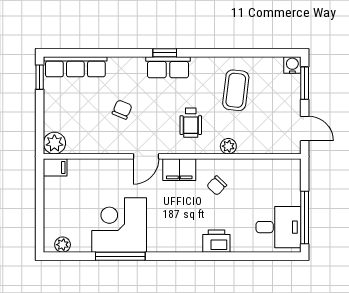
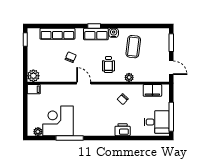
water cooler: (292, 65) -> (114, 33), moved
row of seats: (75, 67) -> (57, 34), moved
door: (146, 156) -> (84, 83), swing flipped
filing cabinet: (179, 170) -> (152, 90), moved
corner desk: (119, 225) -> (58, 121), moved

